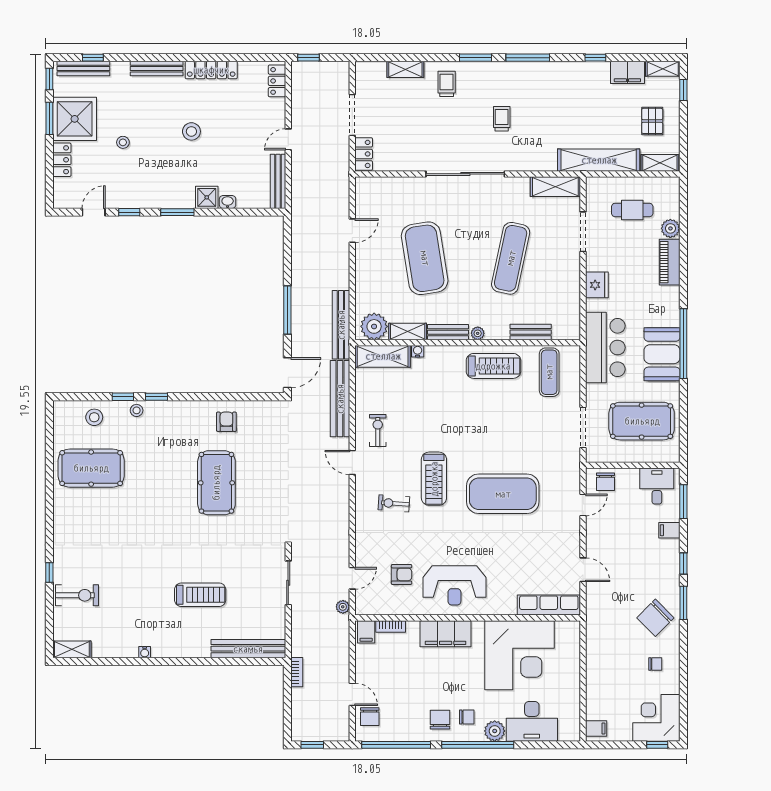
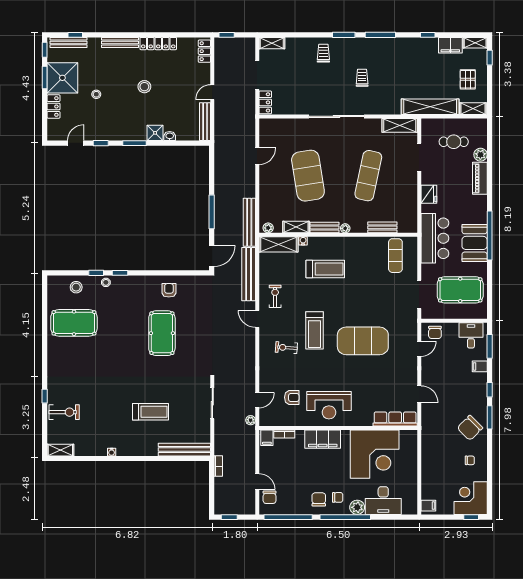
shelving: (405, 69) -> (272, 43), moved
plant: (374, 326) -> (268, 228), width x0.53, depth x0.53
treadmill: (493, 366) -> (325, 269), moved

